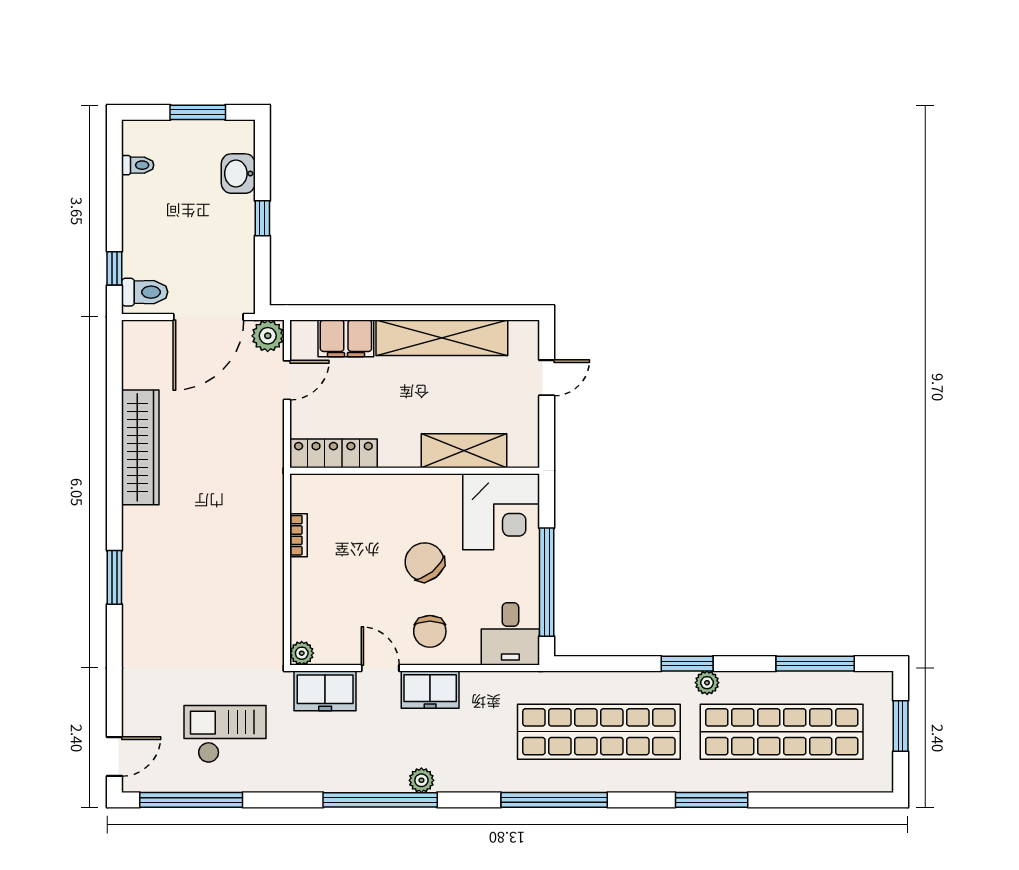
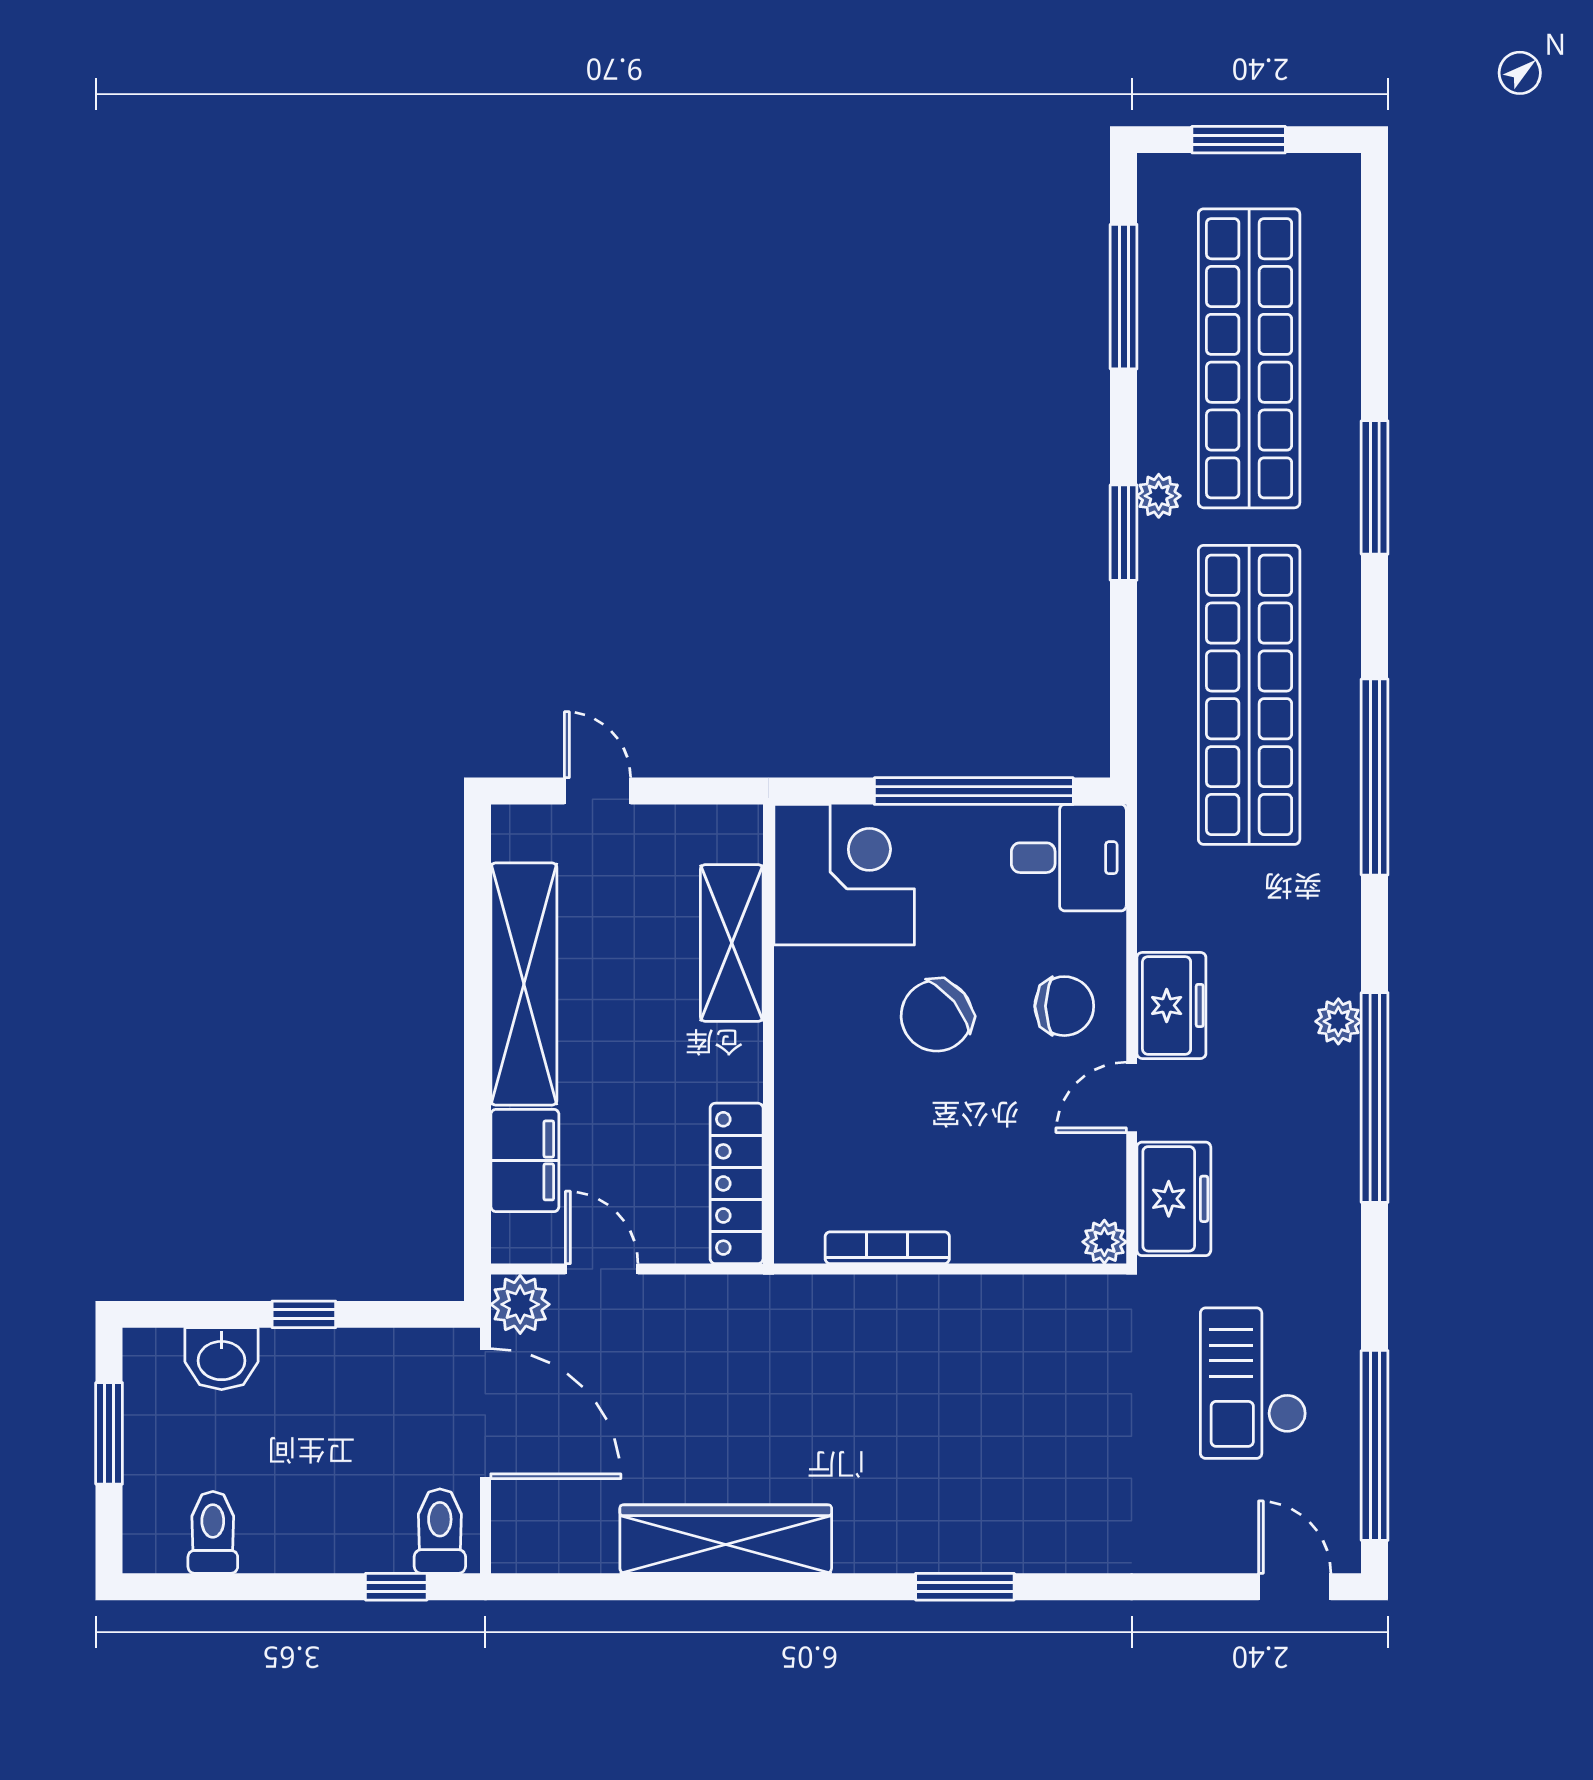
toilet: (138, 165) -> (213, 1532), width x1.37, depth x1.39
bookcase: (299, 535) -> (887, 1248), width x1.56

